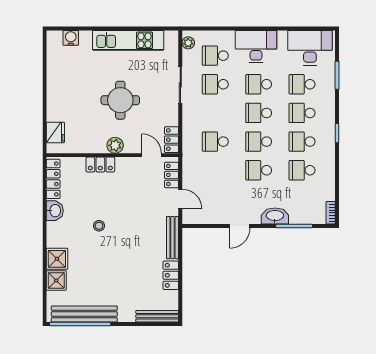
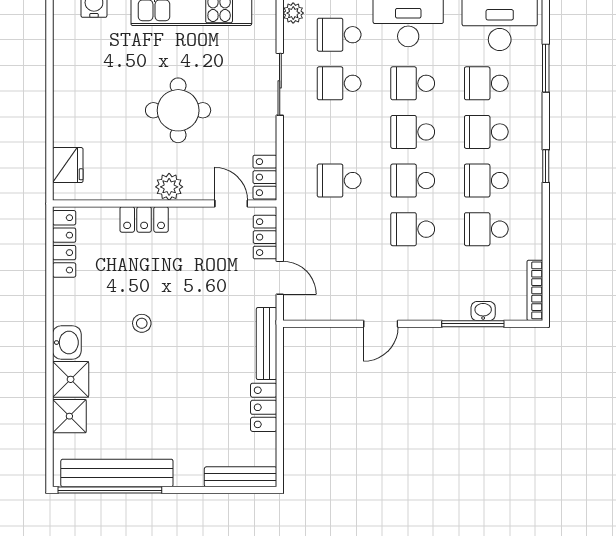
washbasin: (55, 211) -> (67, 343), moved
bookcase: (331, 213) -> (535, 290), width x1.56
washbasin: (275, 216) -> (483, 311), moved, width x0.52, depth x0.69

